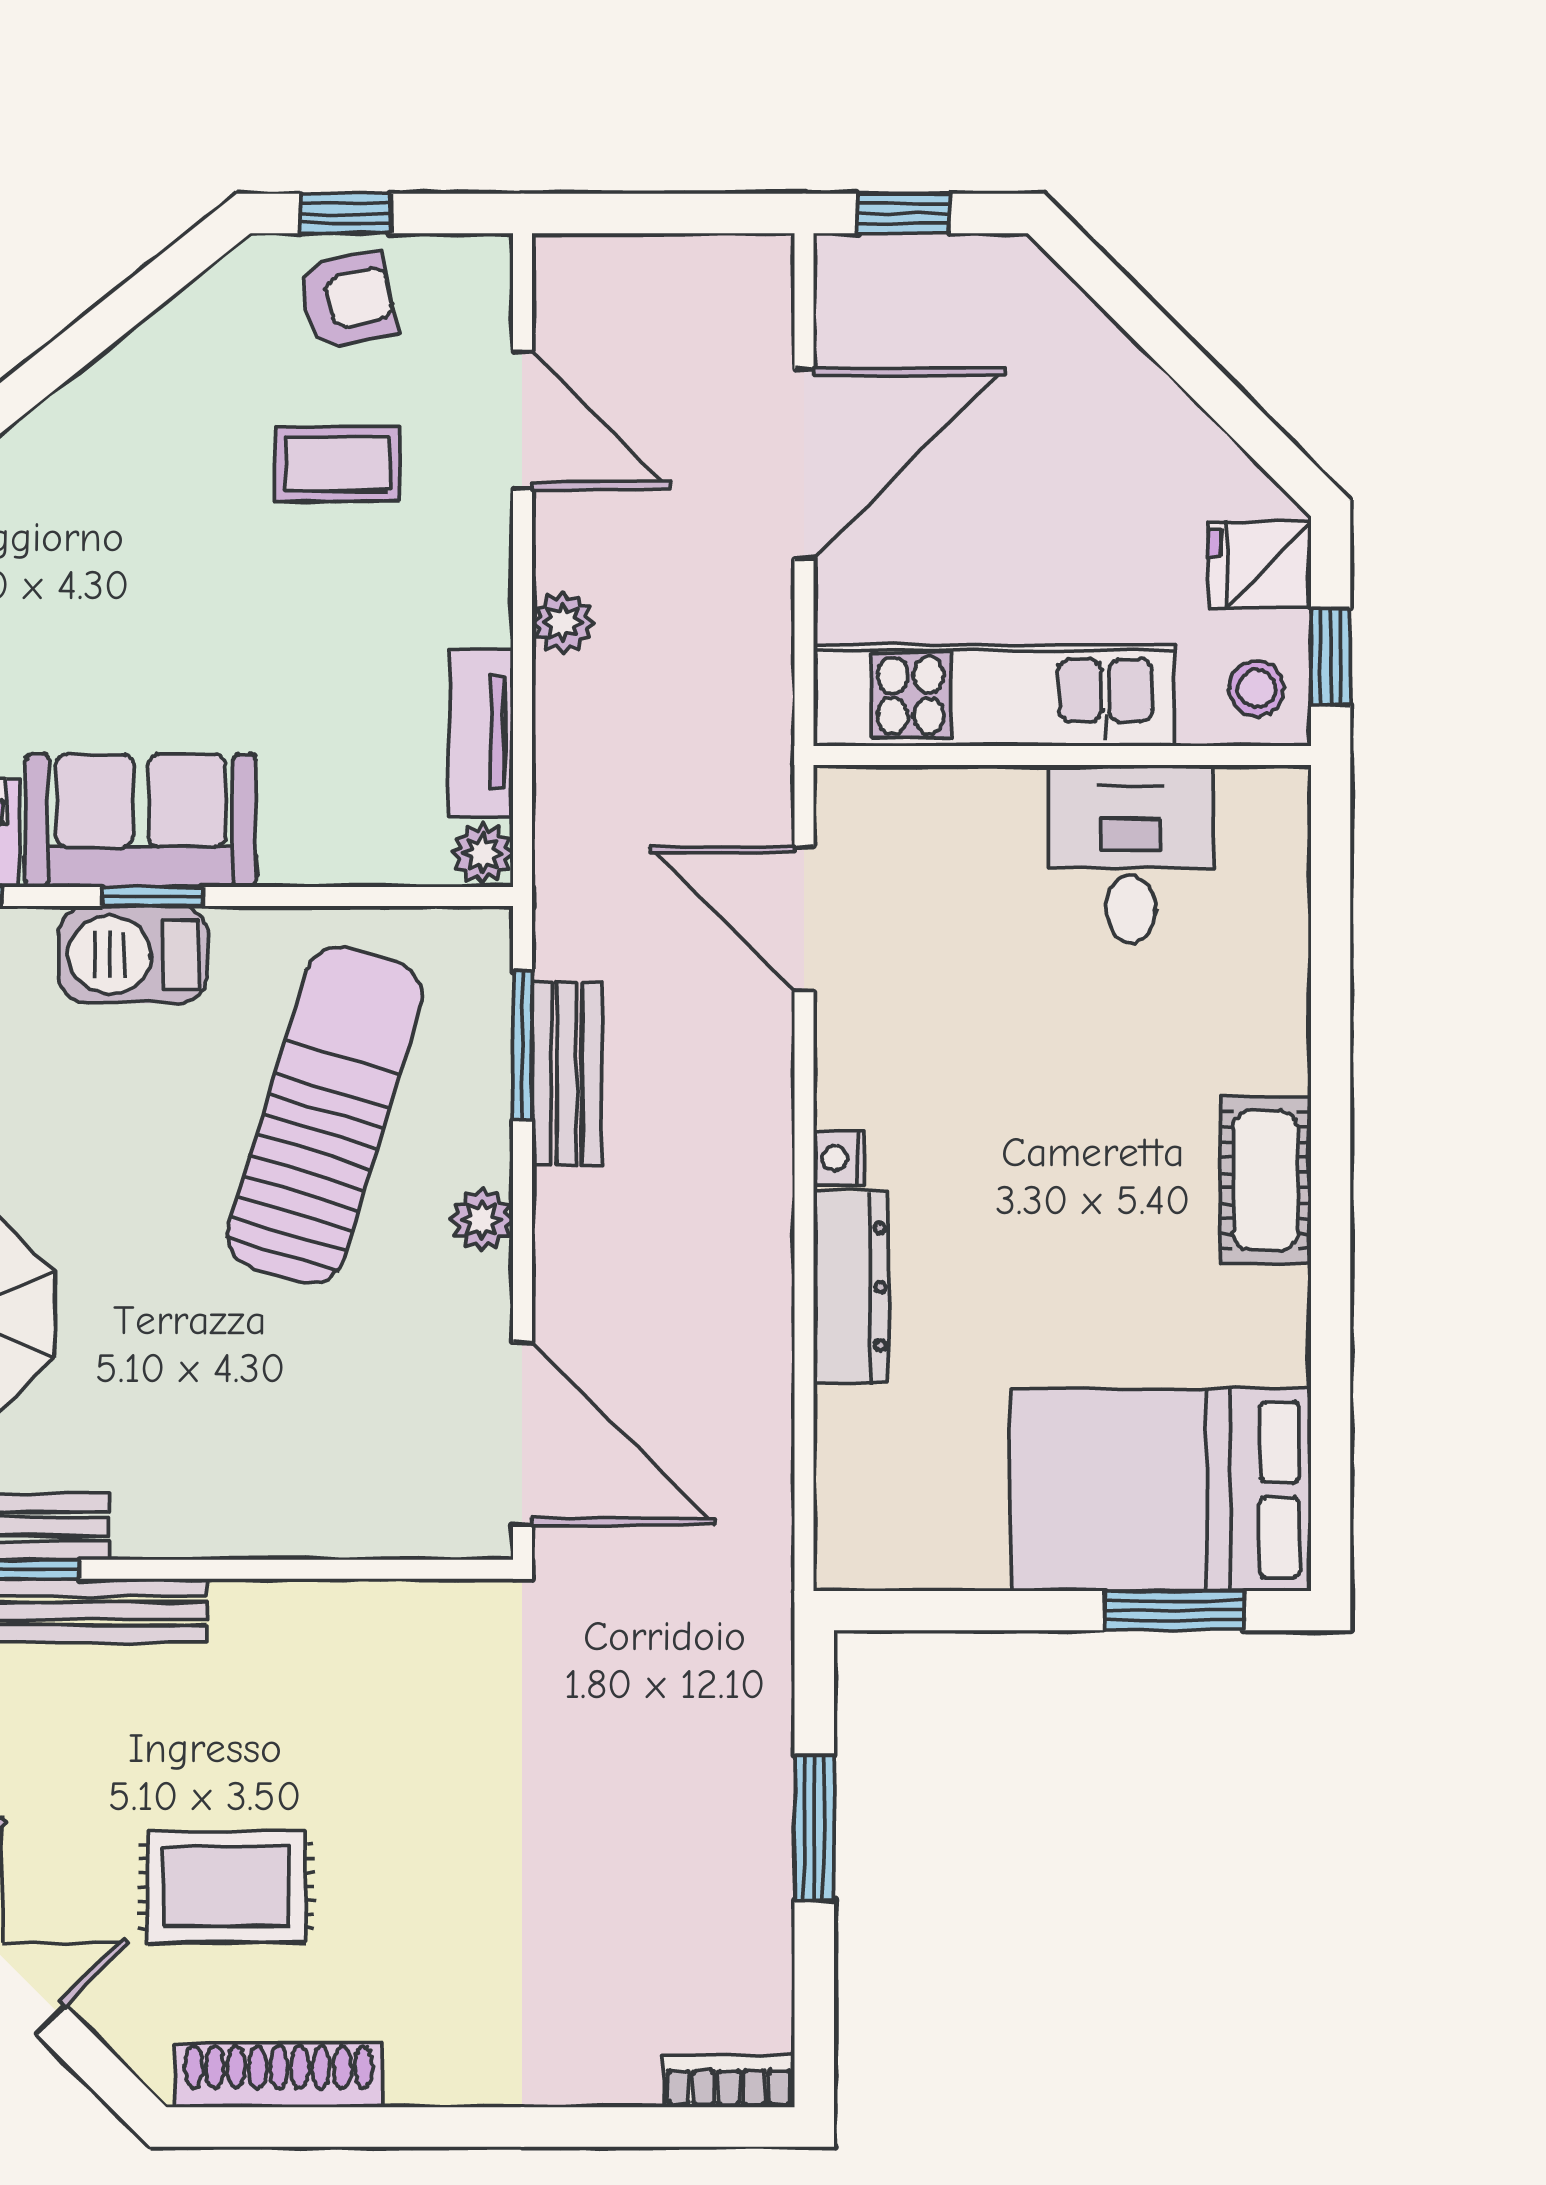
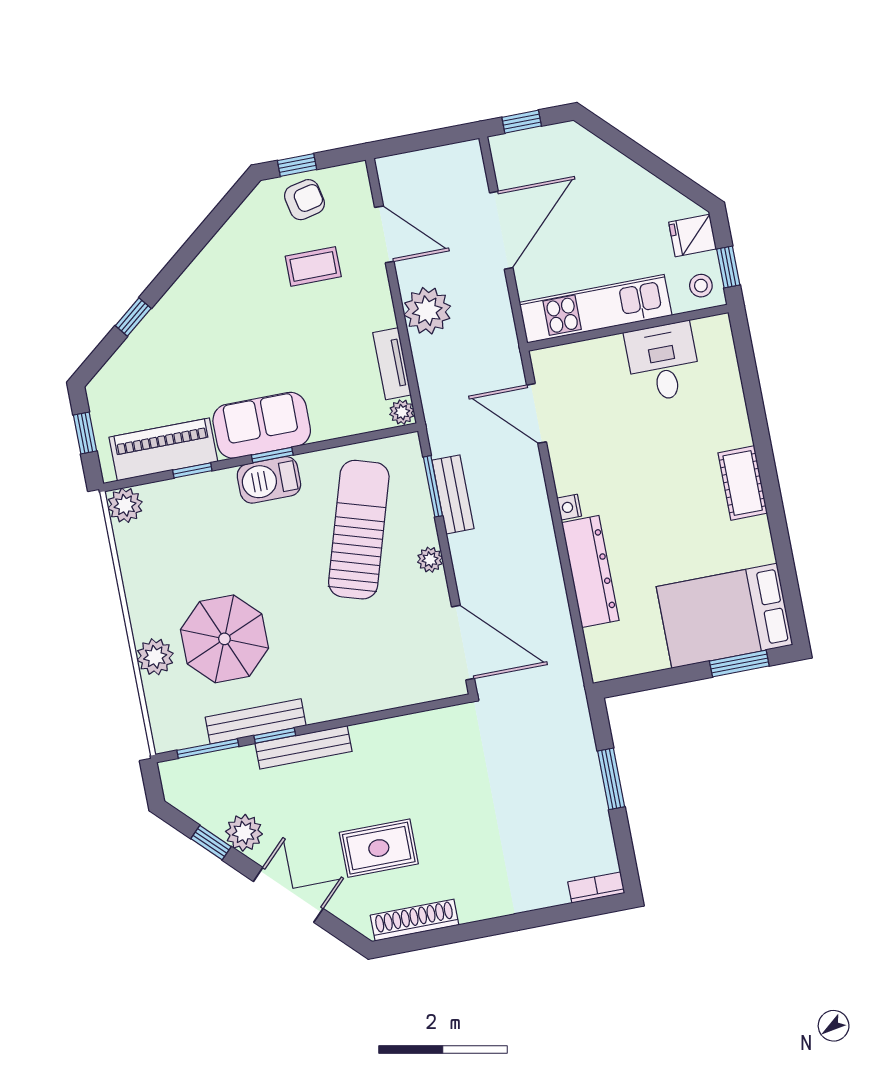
plant: (563, 622) -> (427, 311), width x1.88, depth x1.88
dresser: (851, 1287) -> (590, 571), width x1.37, depth x1.24

